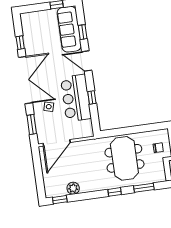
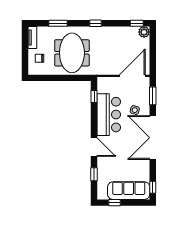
sofa: (69, 29) -> (129, 191), moved, turned -90
window: (20, 43) -> (153, 187), moved
window: (92, 97) -> (94, 96), moved
plant: (73, 188) -> (144, 32), moved
window: (115, 192) -> (96, 23), moved

